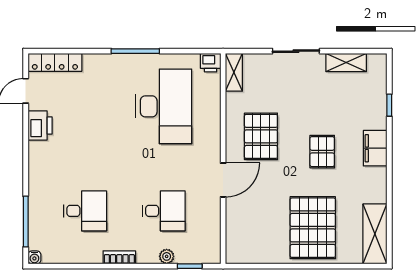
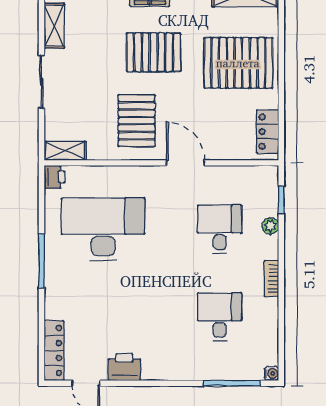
pallet: (261, 136) -> (137, 121), turned 90
pallet: (322, 152) -> (154, 52), width x1.50, depth x1.42
locker: (251, 254) -> (268, 132), added

